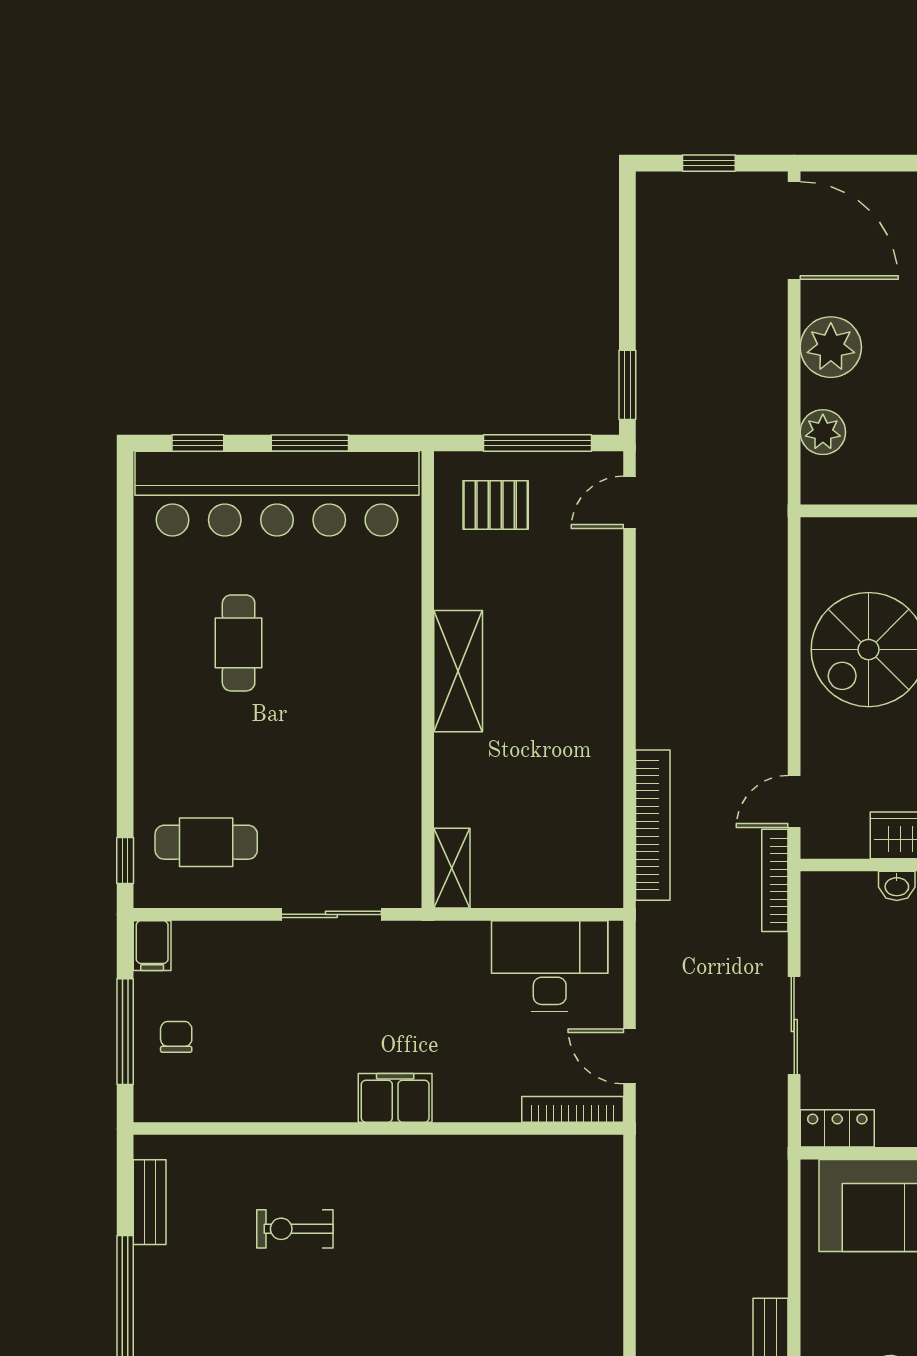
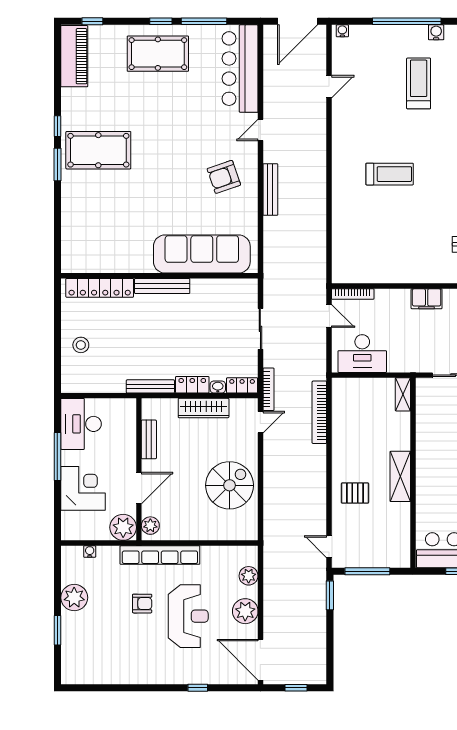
door: (629, 502) -> (329, 547), swing flipped
pallet: (496, 505) -> (355, 493), moved
locker: (837, 1128) -> (242, 385), moved, turned 180

